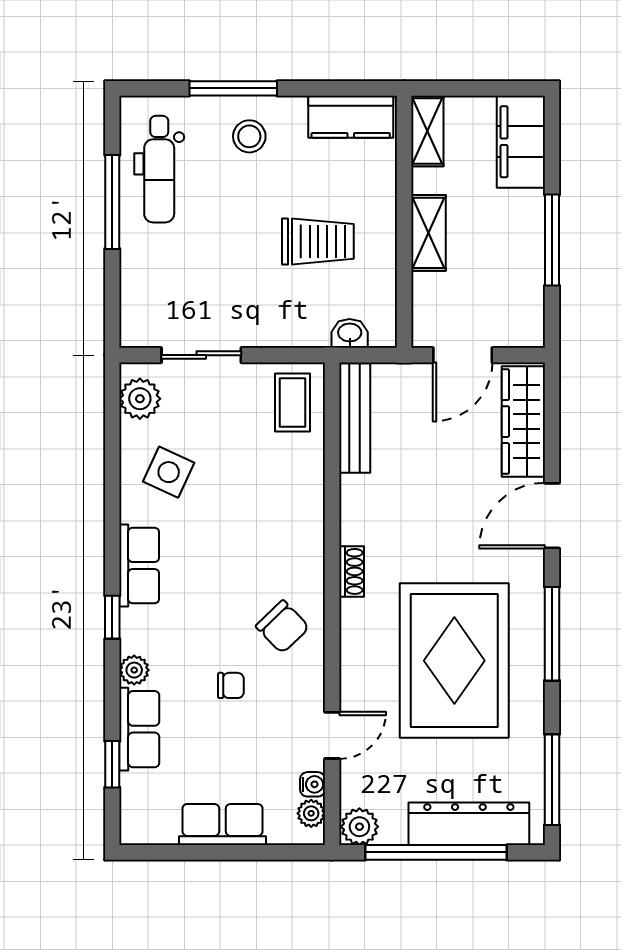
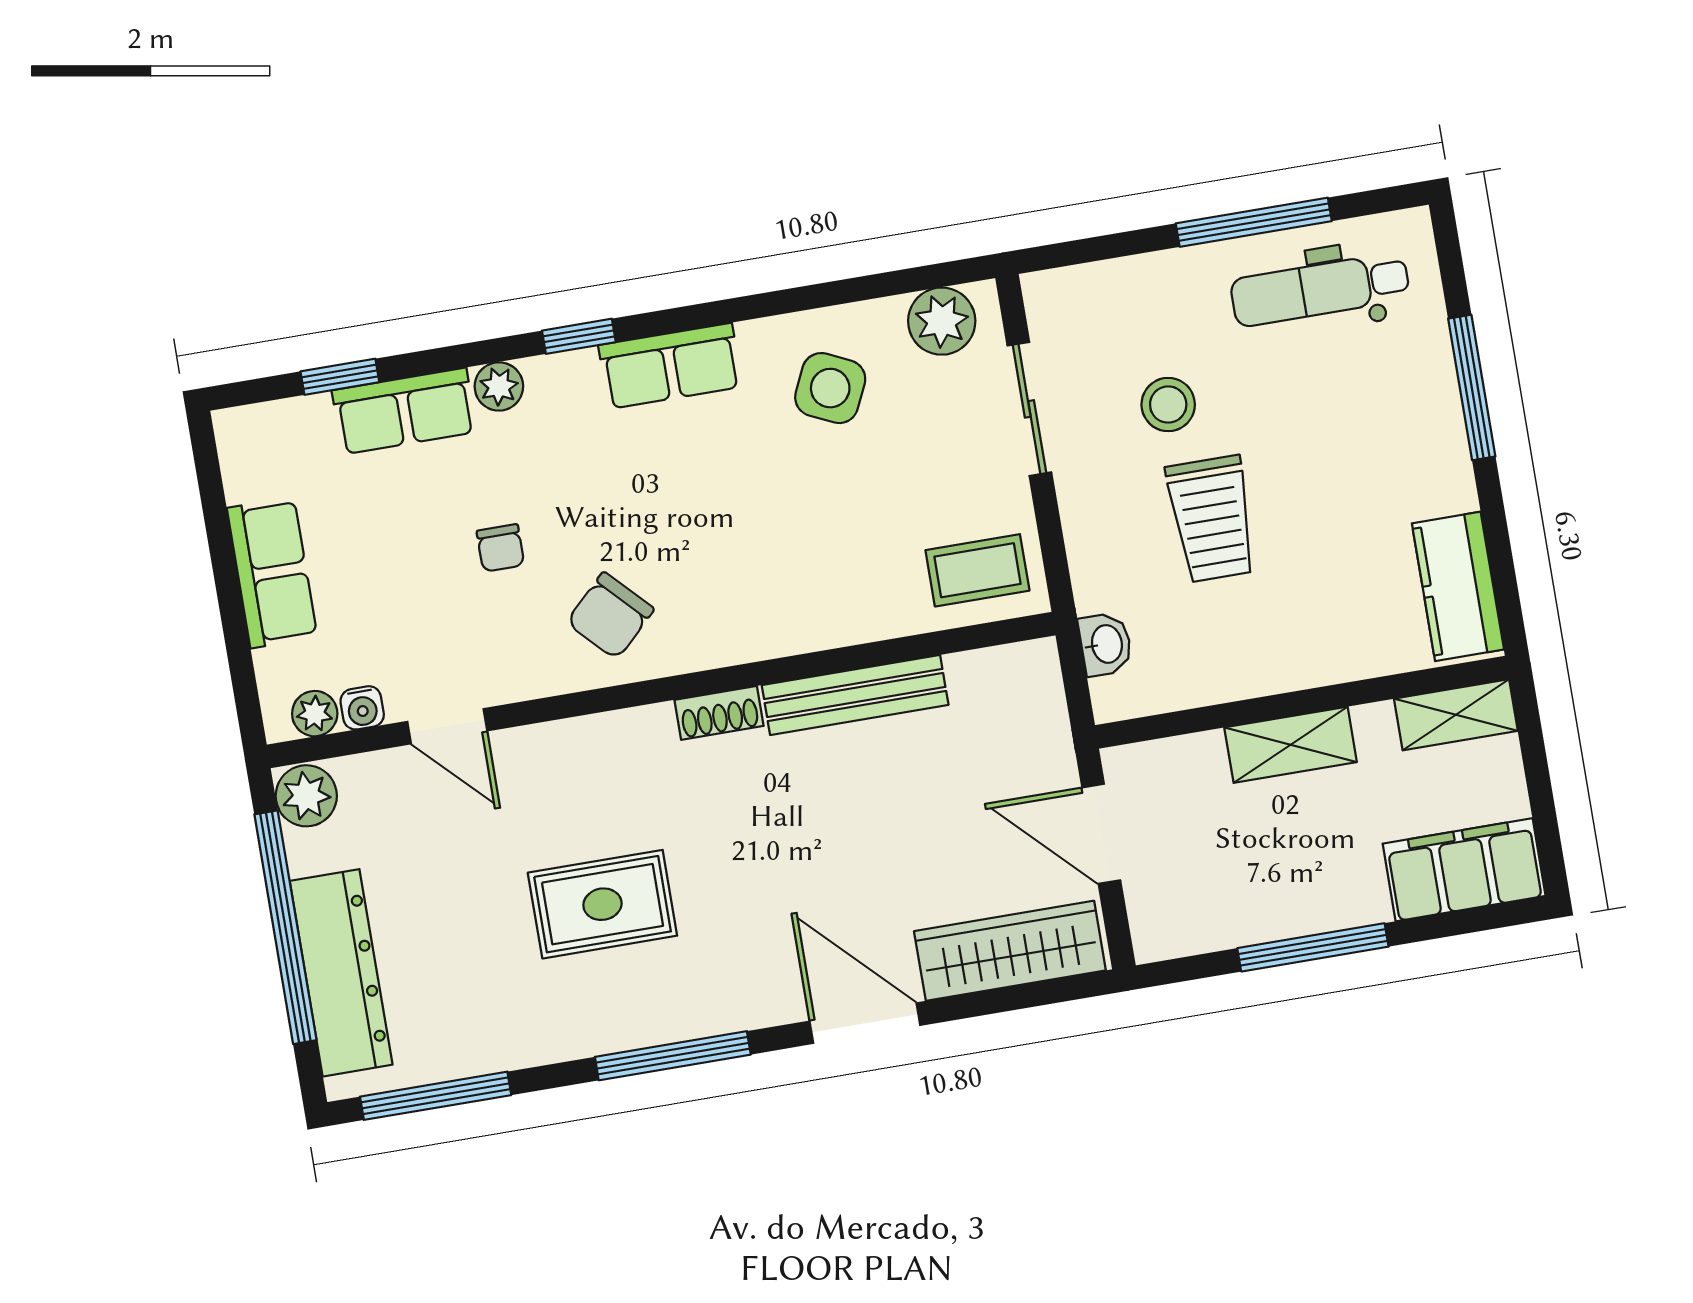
stool: (249, 136) -> (1168, 405), moved
trolley: (318, 241) -> (1212, 519), moved
bench: (355, 418) -> (855, 695), moved
rug: (454, 661) -> (602, 904), width x0.54, depth x0.49

